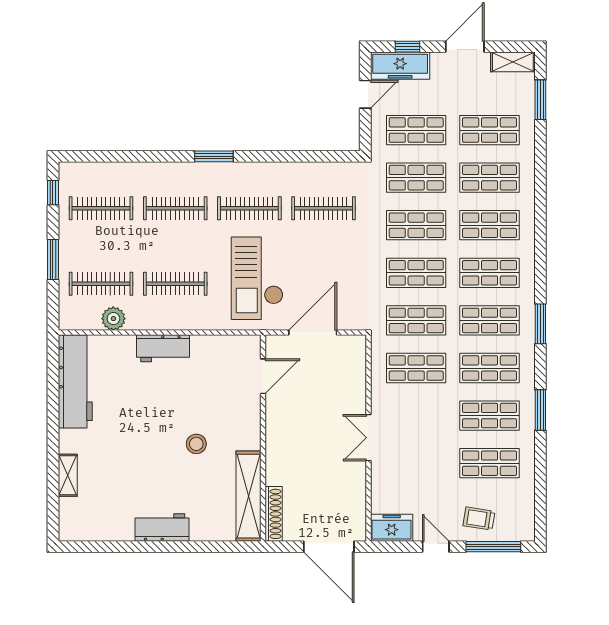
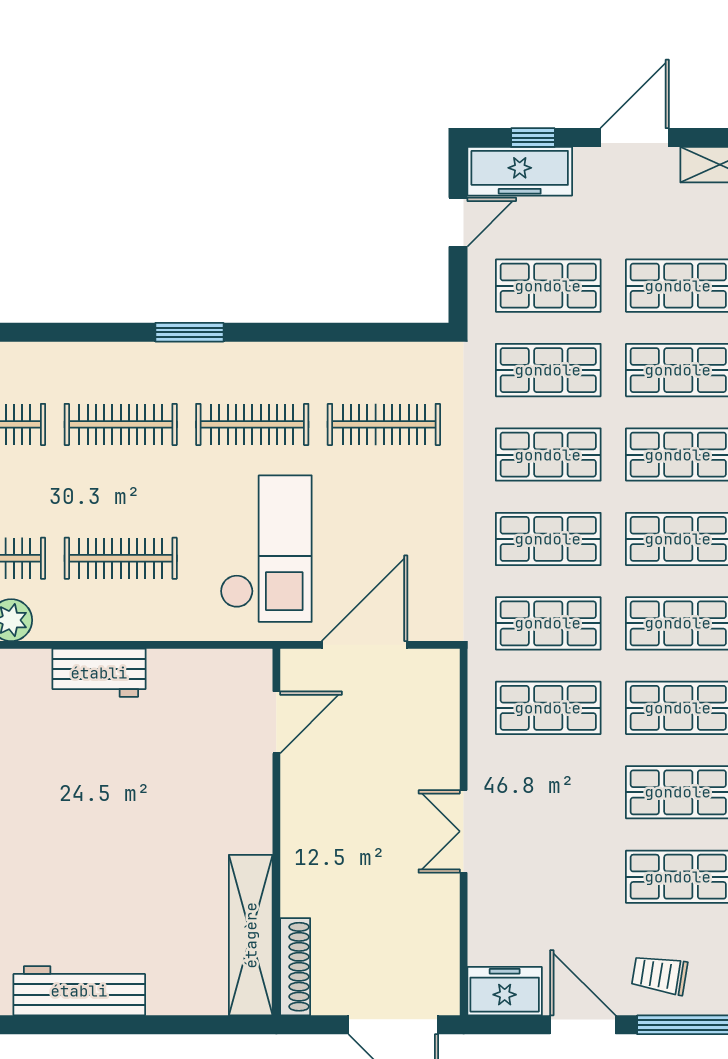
checkout: (257, 278) -> (266, 549), turned 180
stool: (196, 444) -> (158, 843), removed
workbench: (162, 527) -> (79, 991), width x1.38
door: (436, 547) -> (583, 1025), width x1.38

